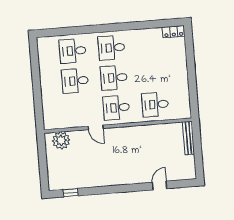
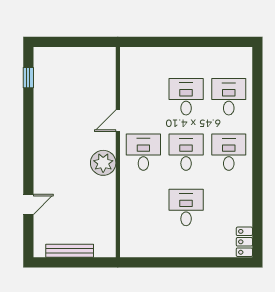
desk: (155, 105) -> (186, 207), moved
bench: (188, 138) -> (70, 251), moved
plant: (61, 140) -> (103, 163), moved
door: (160, 185) -> (28, 204), hinge flipped

